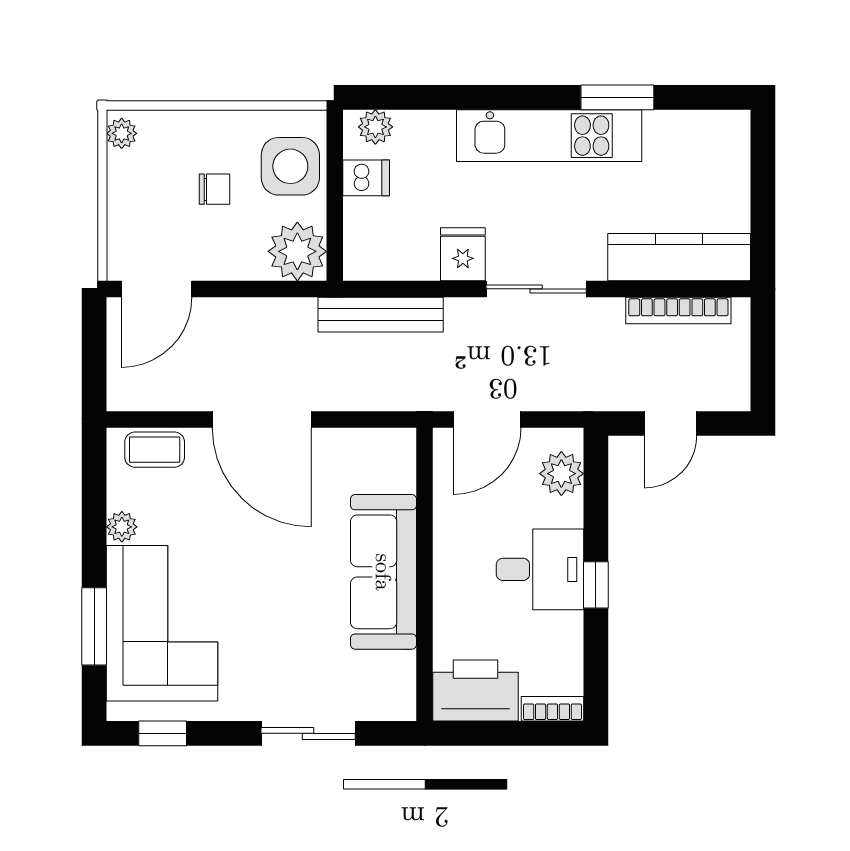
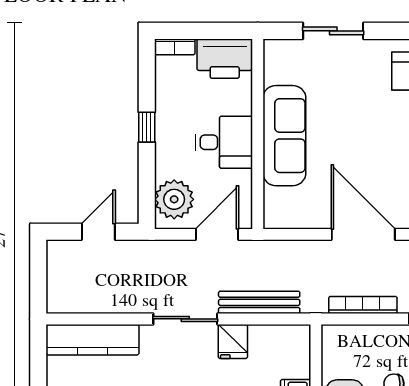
plant: (297, 251) -> (340, 343), removed
bookcase: (678, 311) -> (363, 305), moved
bench: (381, 315) -> (259, 302), moved
plant: (561, 474) -> (174, 199), width x1.36, depth x1.36
desk: (540, 569) -> (224, 142), moved, turned 180

